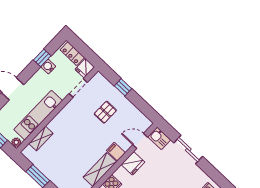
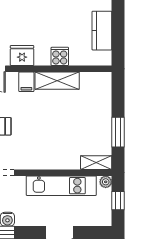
shelving: (41, 138) -> (96, 163), moved

